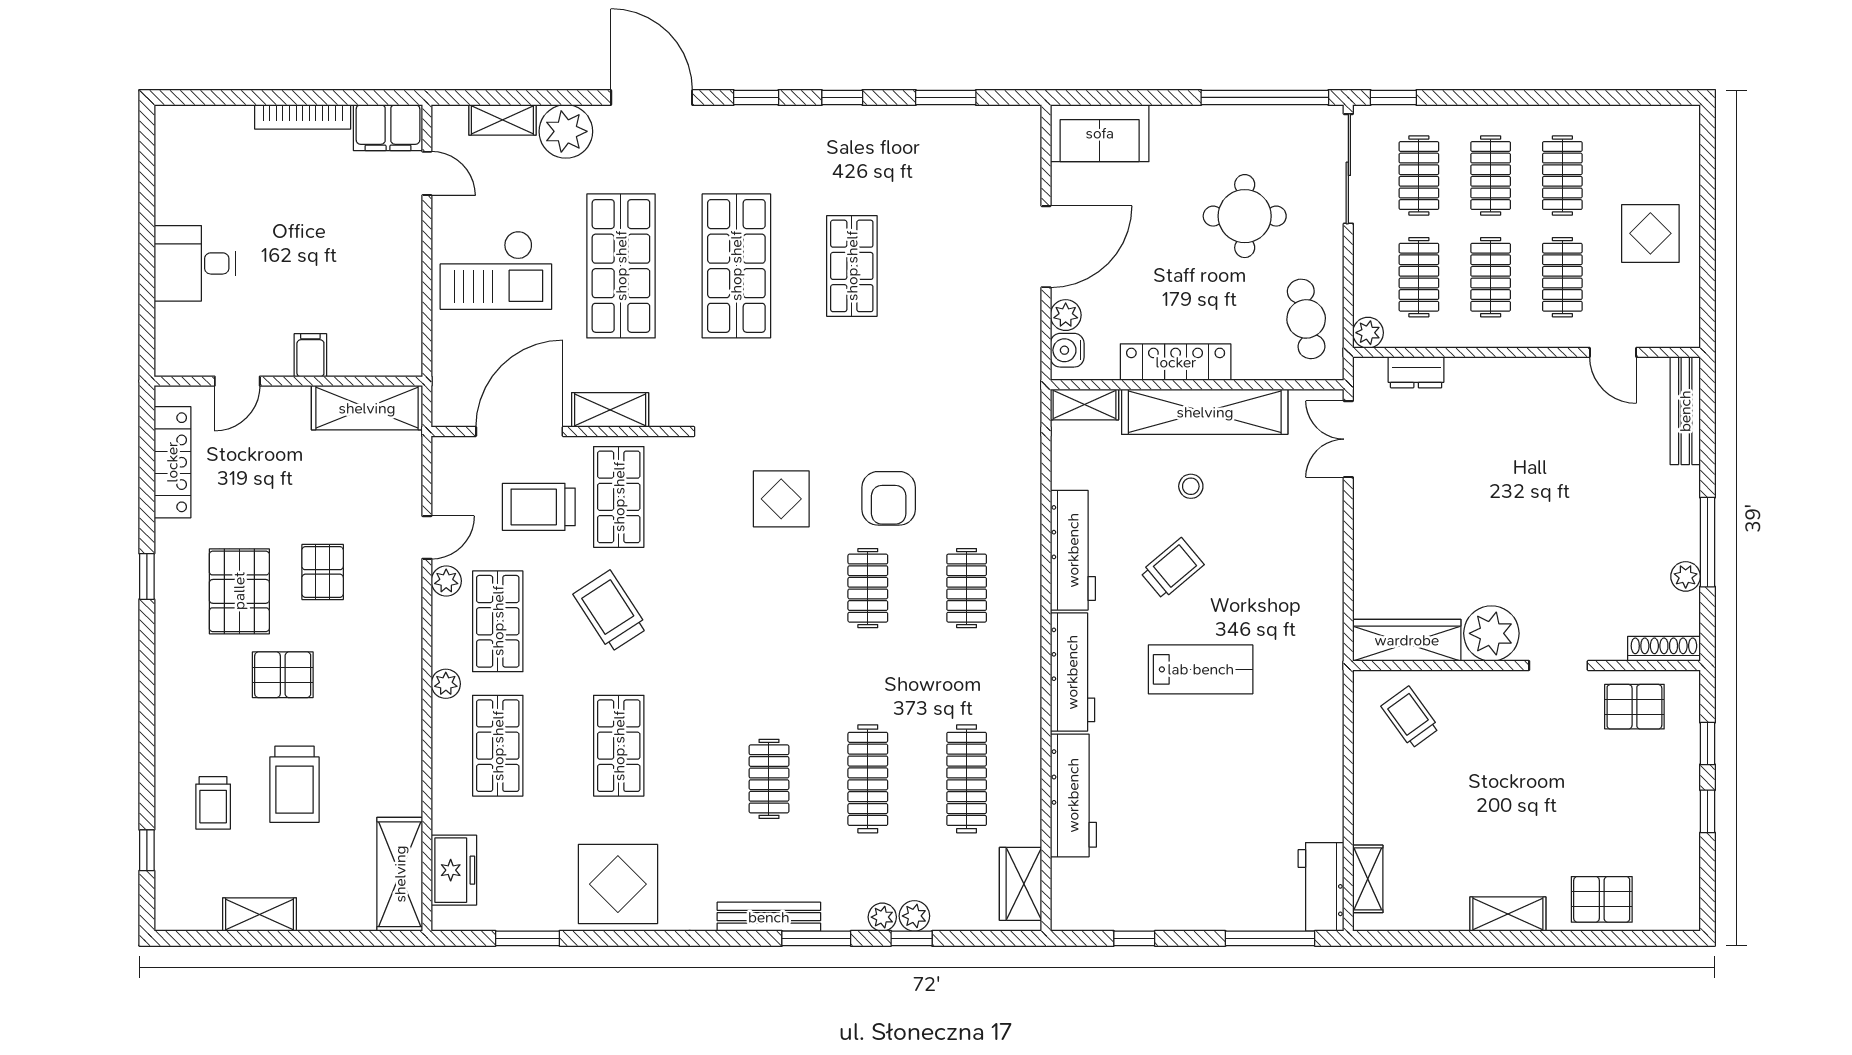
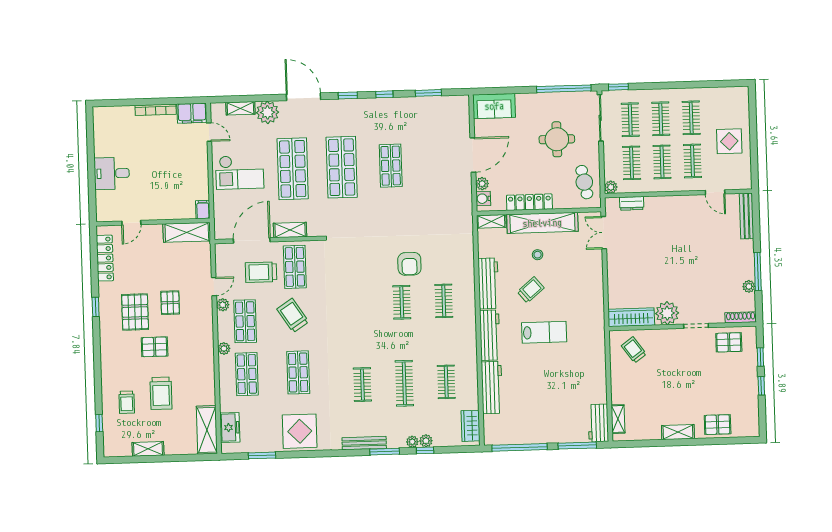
filing cabinet: (310, 355) -> (203, 210), moved
display table: (781, 499) -> (364, 266), removed
clothes rail: (967, 779) -> (446, 382), width x0.73
window: (1134, 938) -> (520, 447), width x3.17

